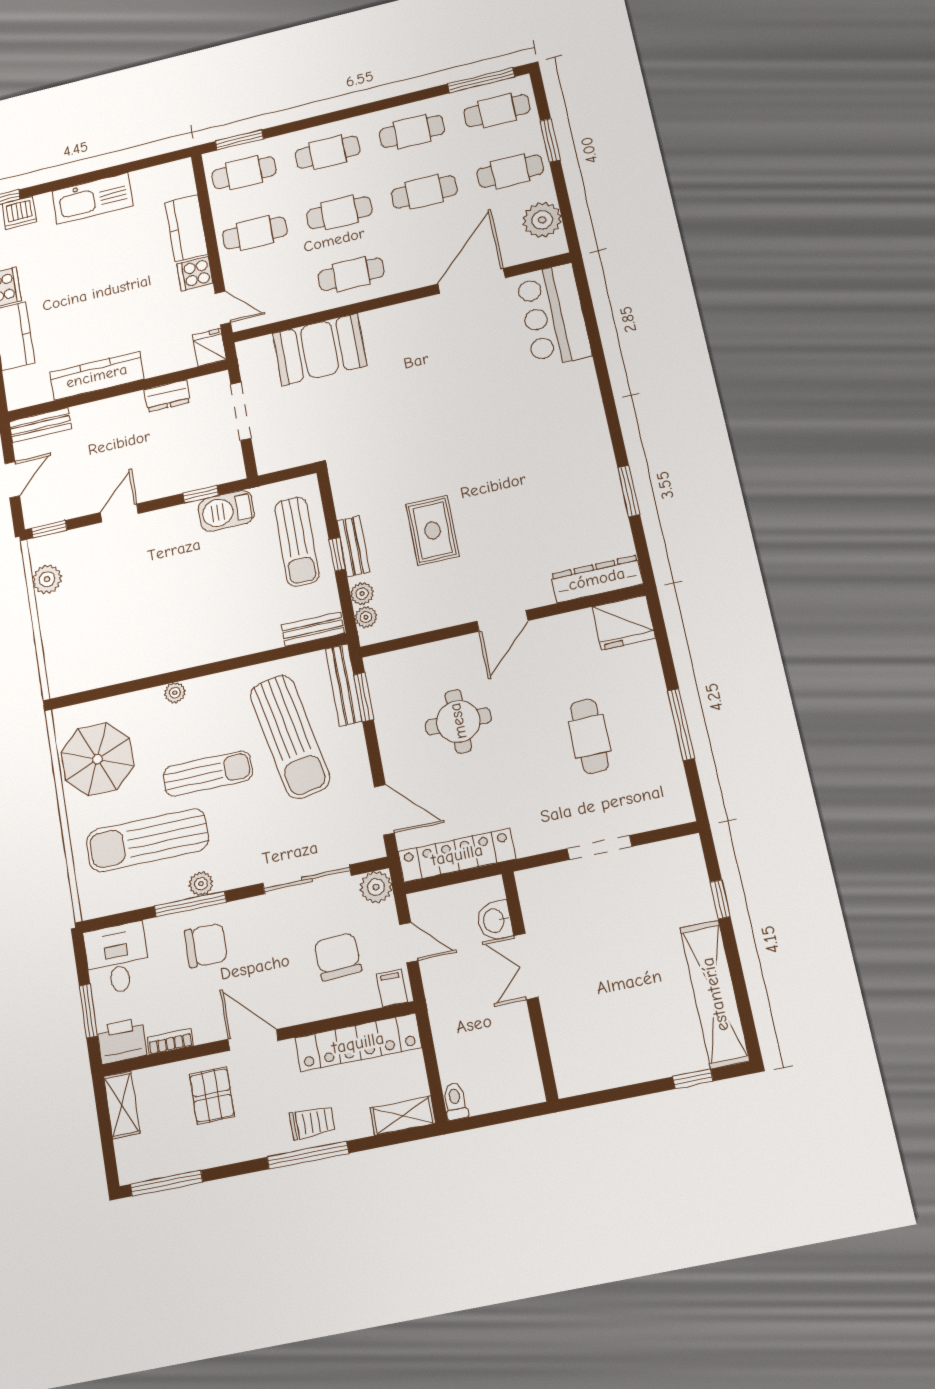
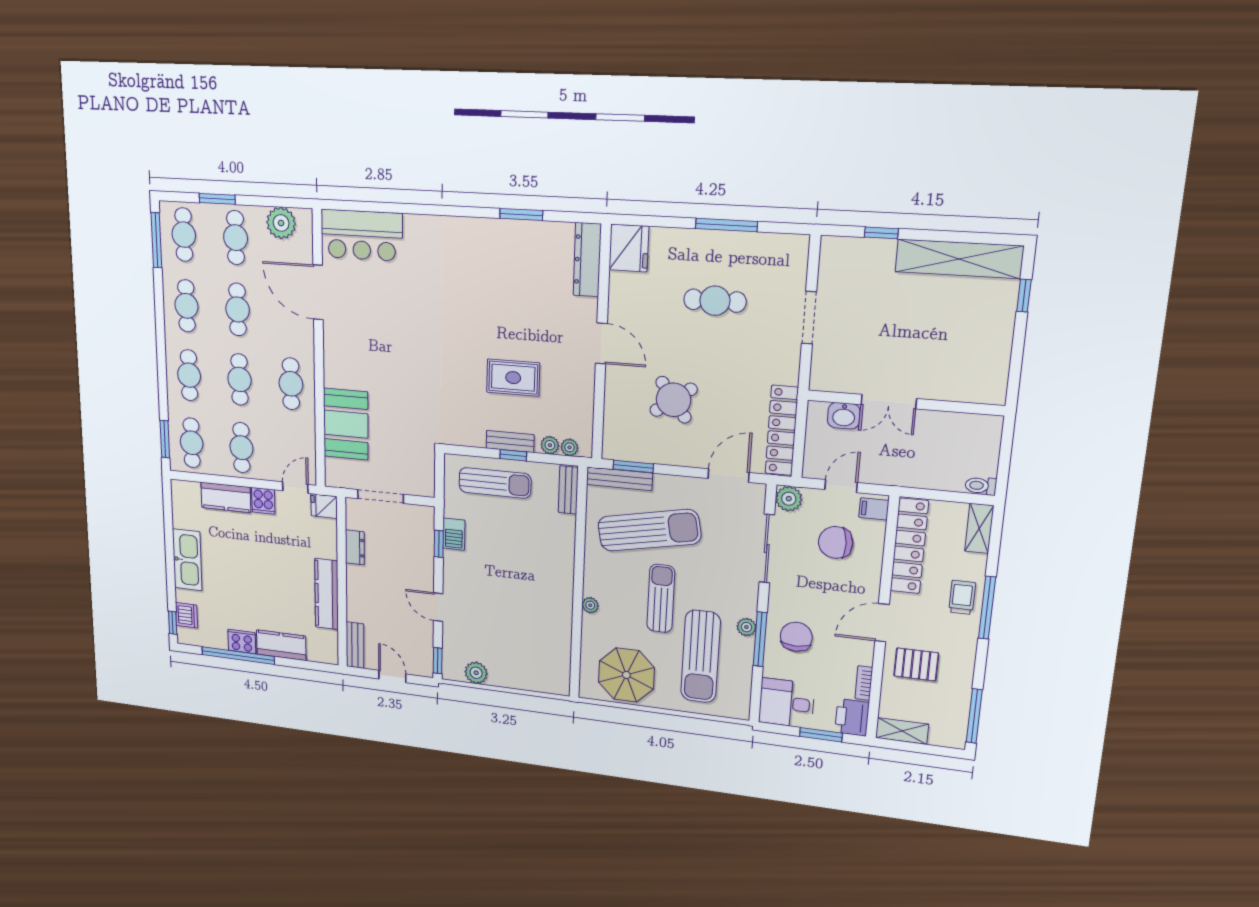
barbecue: (226, 511) -> (454, 534), width x0.73, depth x0.79
round table: (458, 721) -> (673, 400), turned -36

